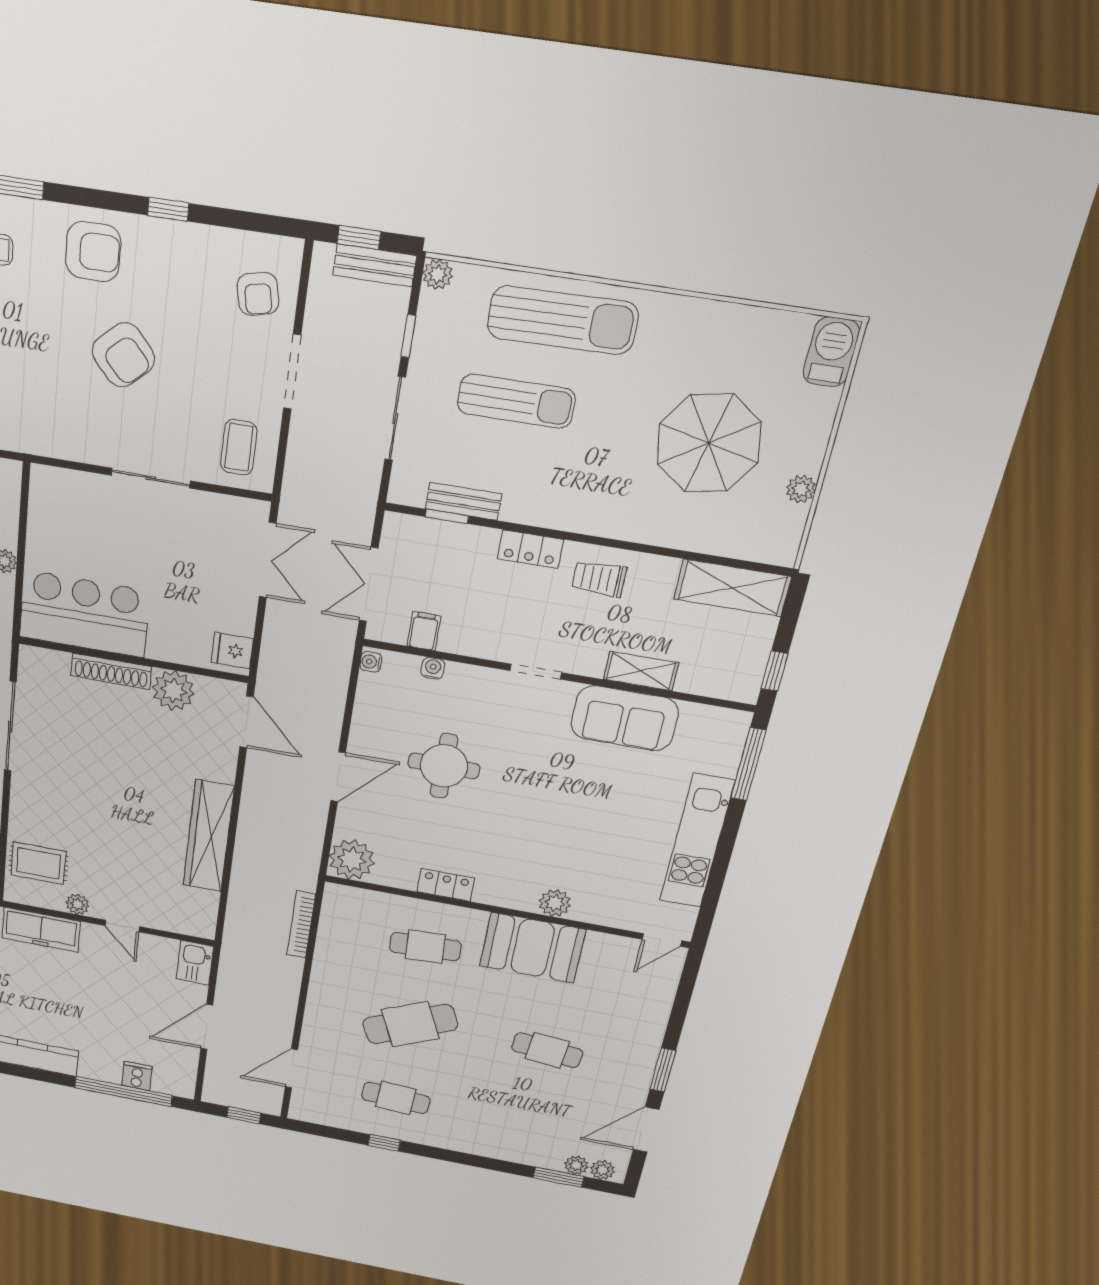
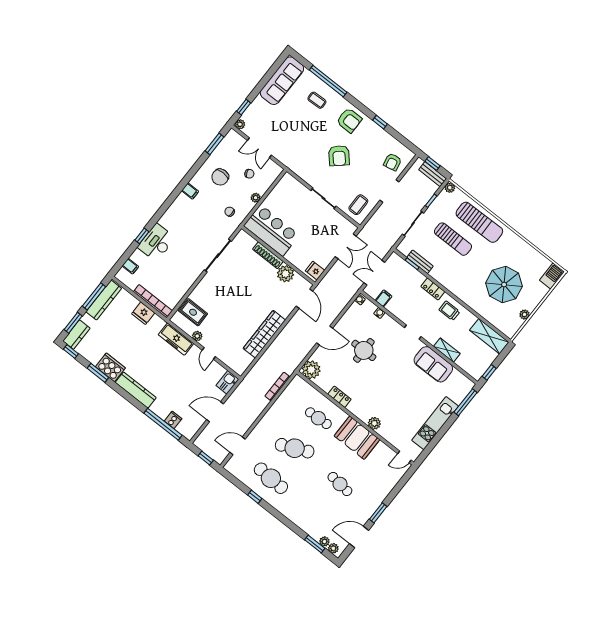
cafe table: (396, 1098) -> (271, 478), width x1.37, depth x1.35

